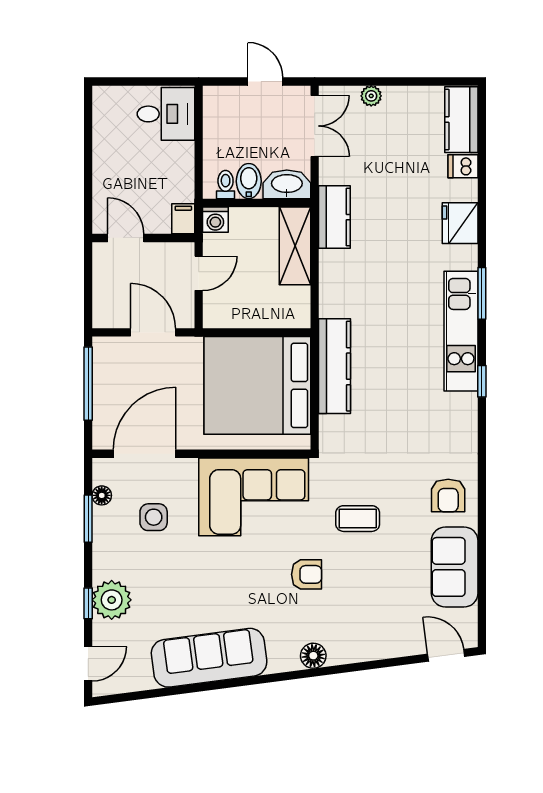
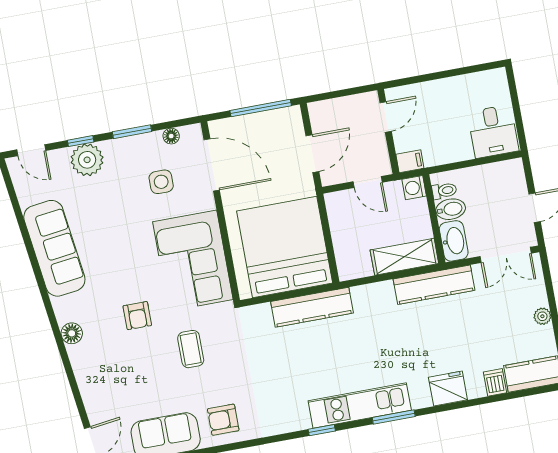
plant: (371, 96) -> (542, 316), moved
kitchen counter: (334, 217) -> (434, 285), width x1.50
window: (88, 519) -> (132, 132), moved

